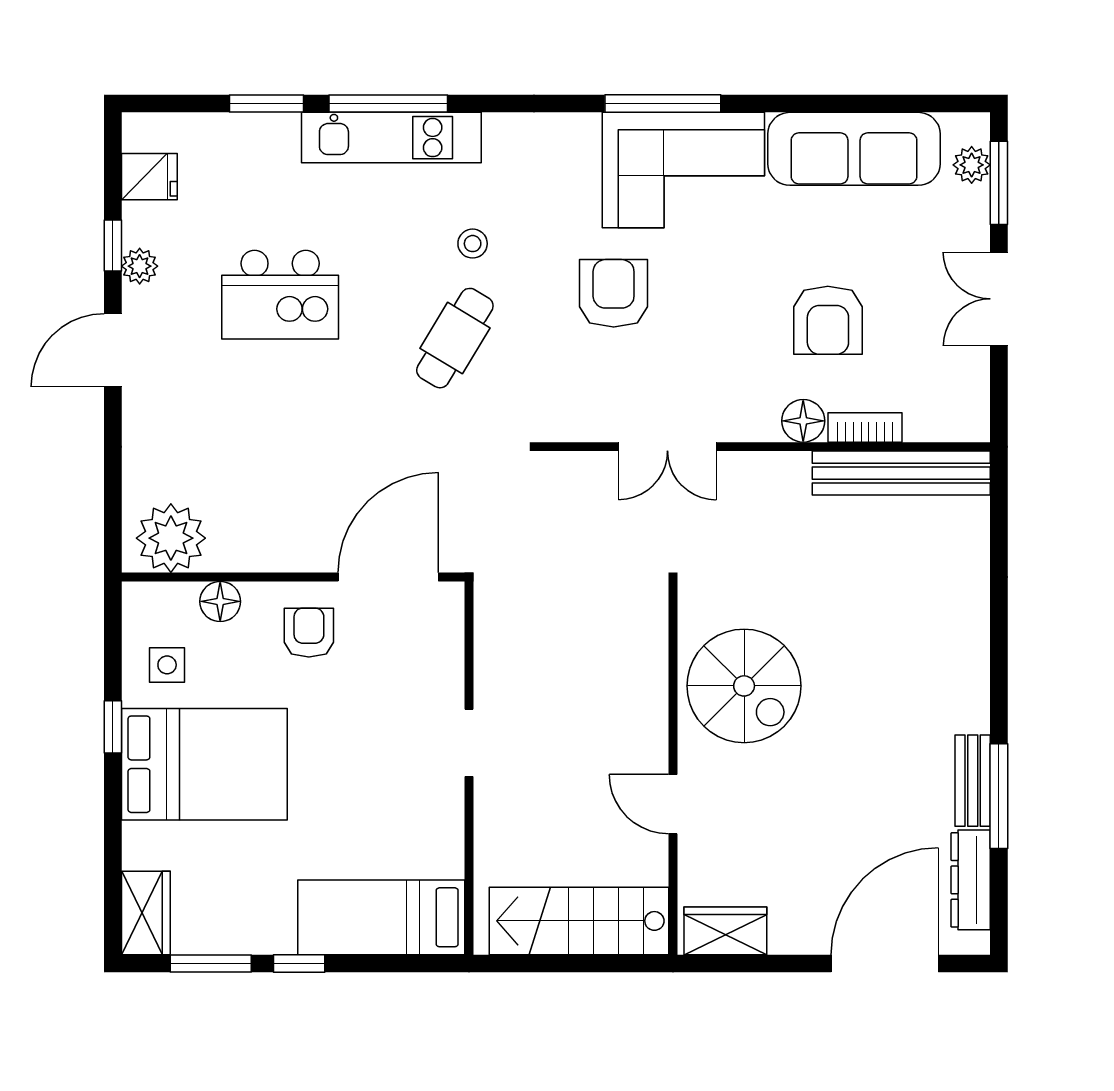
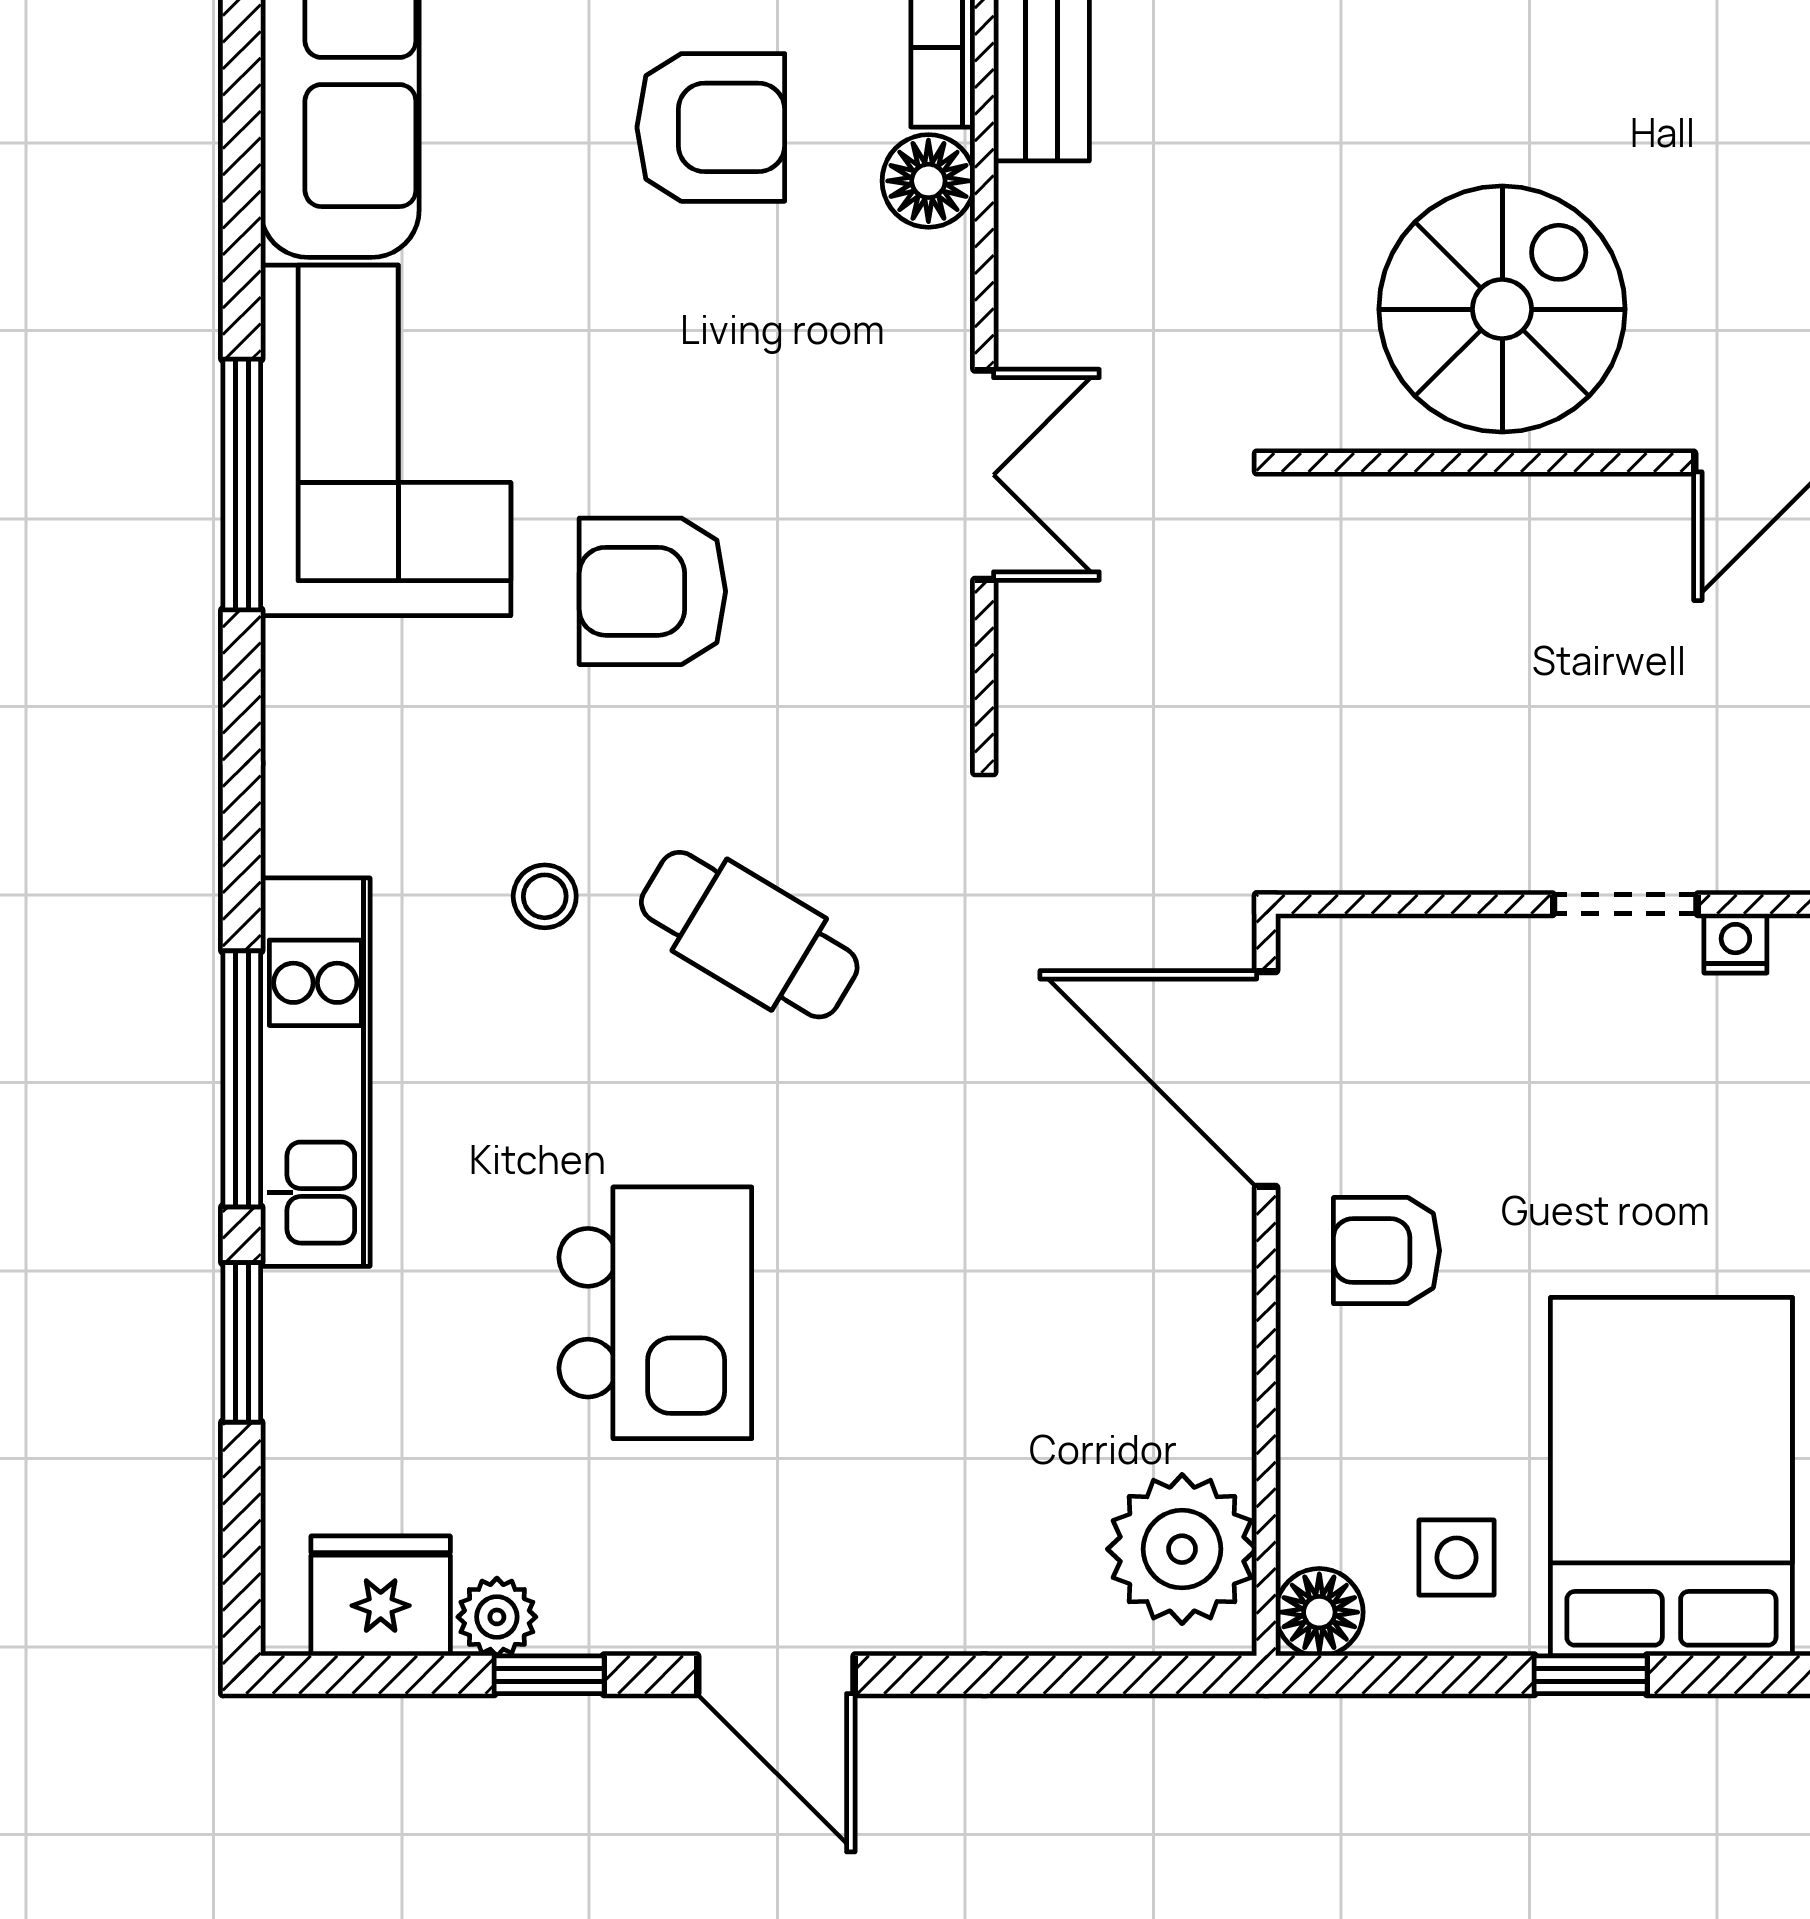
fridge: (149, 177) -> (381, 1596), width x1.38
plant: (140, 266) -> (497, 1617), moved
floor lamp: (220, 601) -> (1319, 1612), moved
nightstand: (451, 794) -> (1735, 943), added

